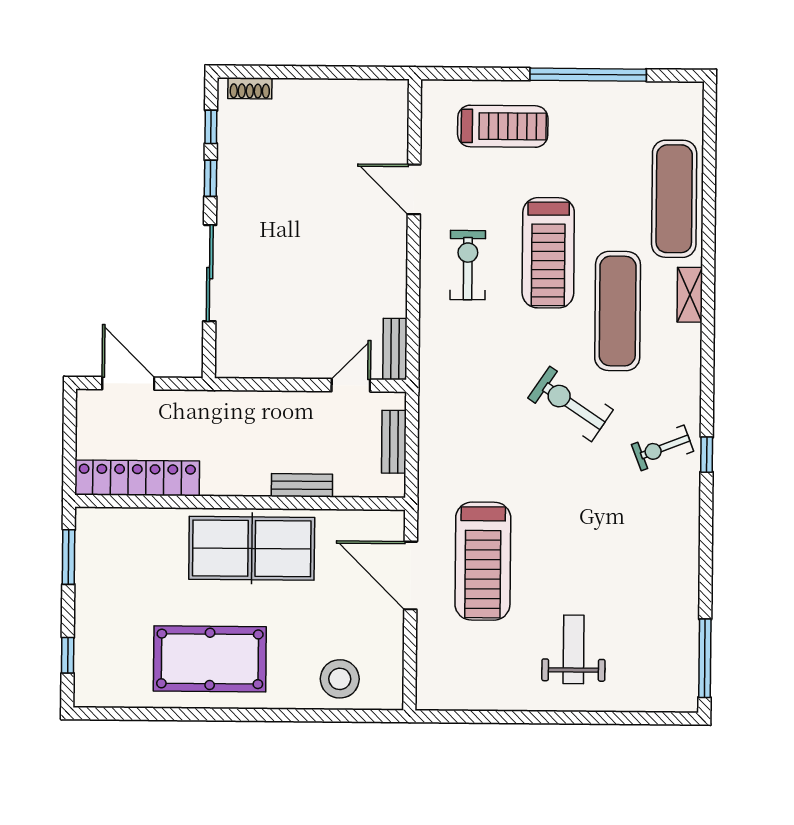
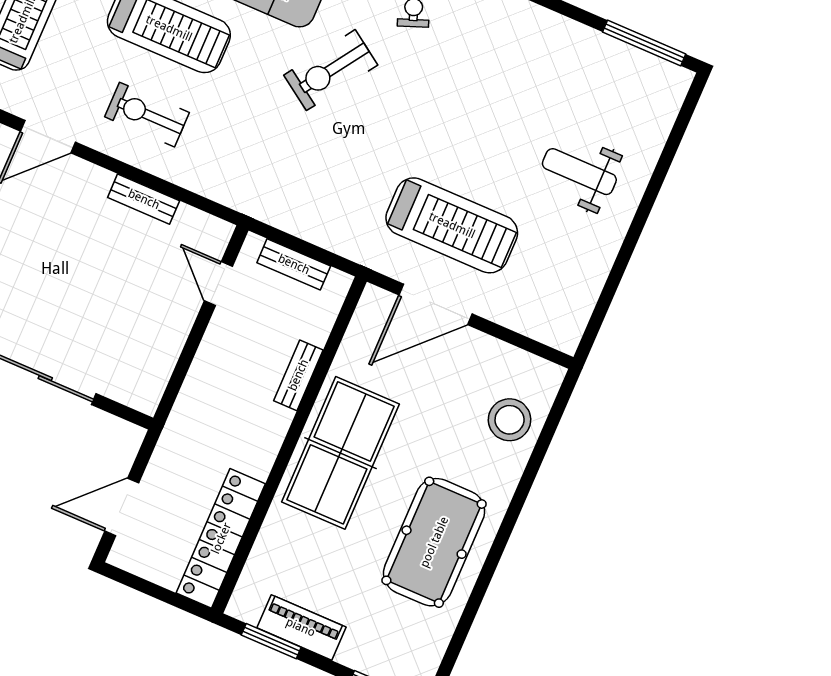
bench: (395, 349) -> (144, 199), moved
piano: (91, 578) -> (301, 627), added

